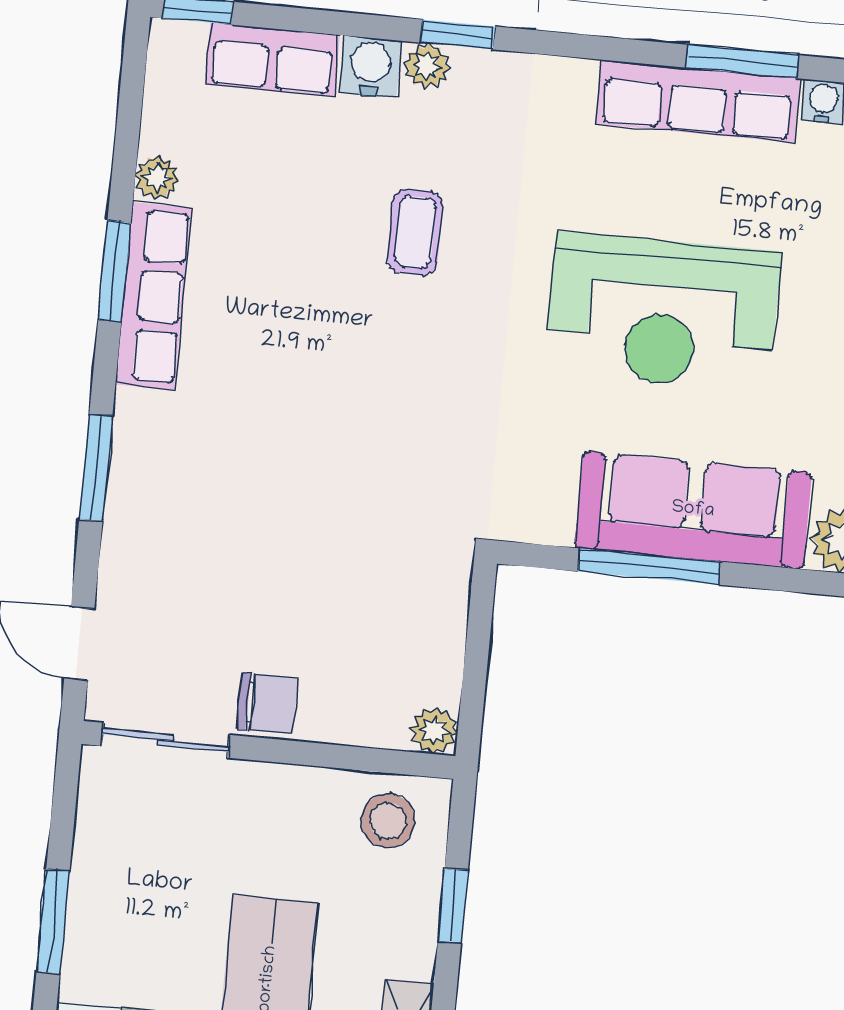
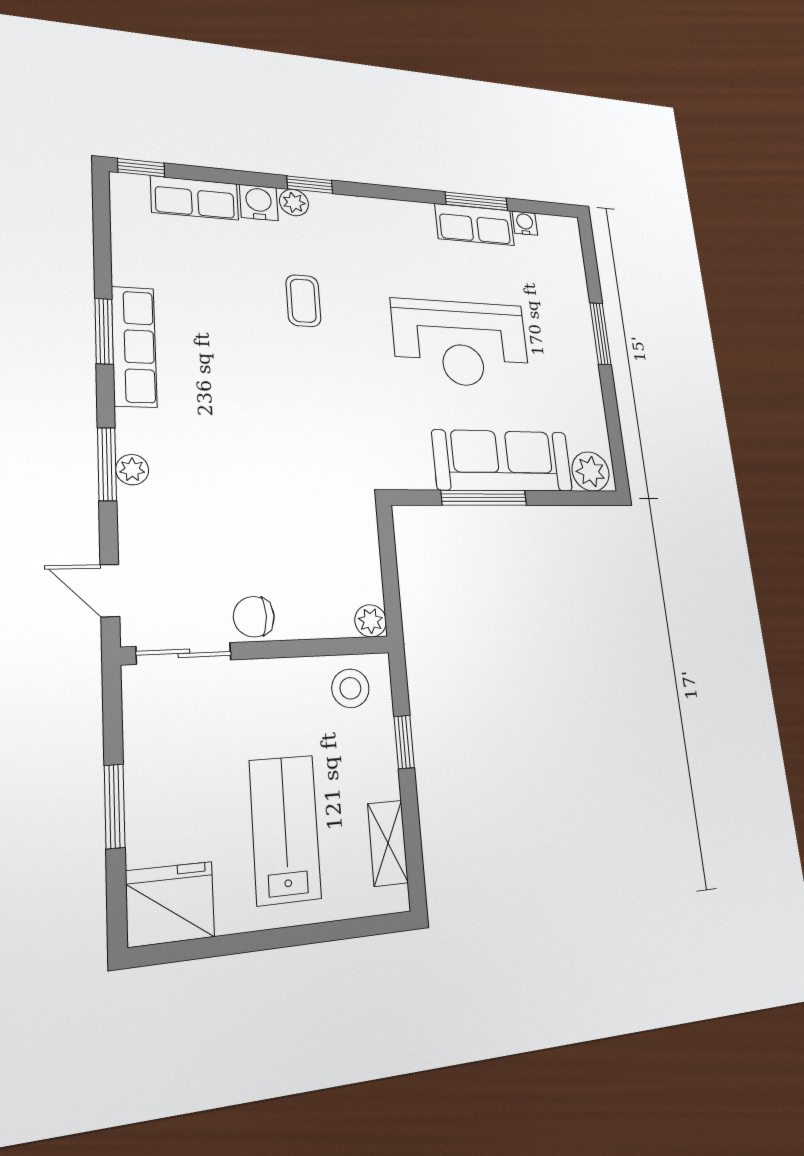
row of seats: (698, 101) -> (475, 225), width x0.68
plant: (157, 178) -> (132, 470), moved
chair: (267, 703) -> (254, 617), turned 180

